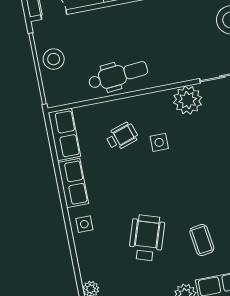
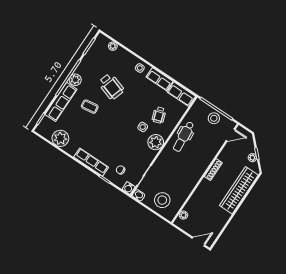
plant: (188, 100) -> (156, 142), moved

